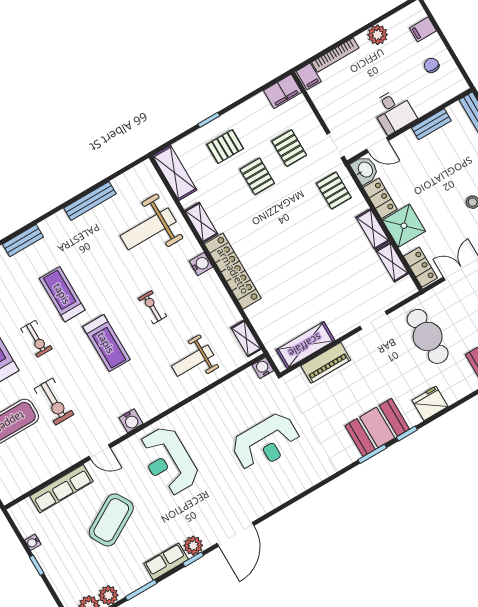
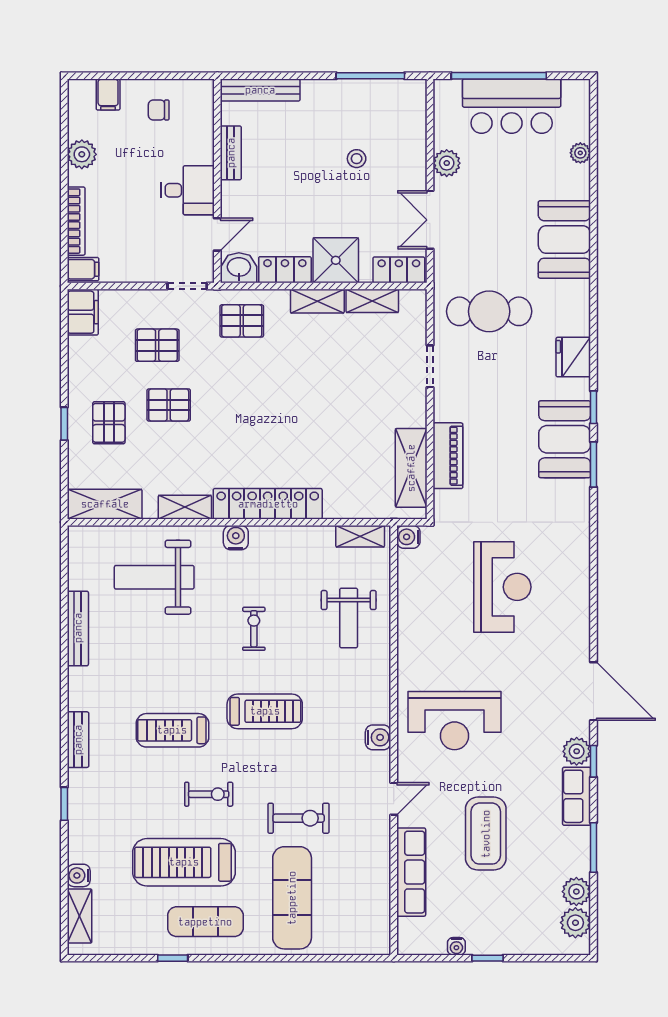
weight bench: (148, 229) -> (154, 577), turned 90
exercise bike: (152, 307) -> (254, 629), turned 90
coffee table: (111, 520) -> (486, 834), turned 30

